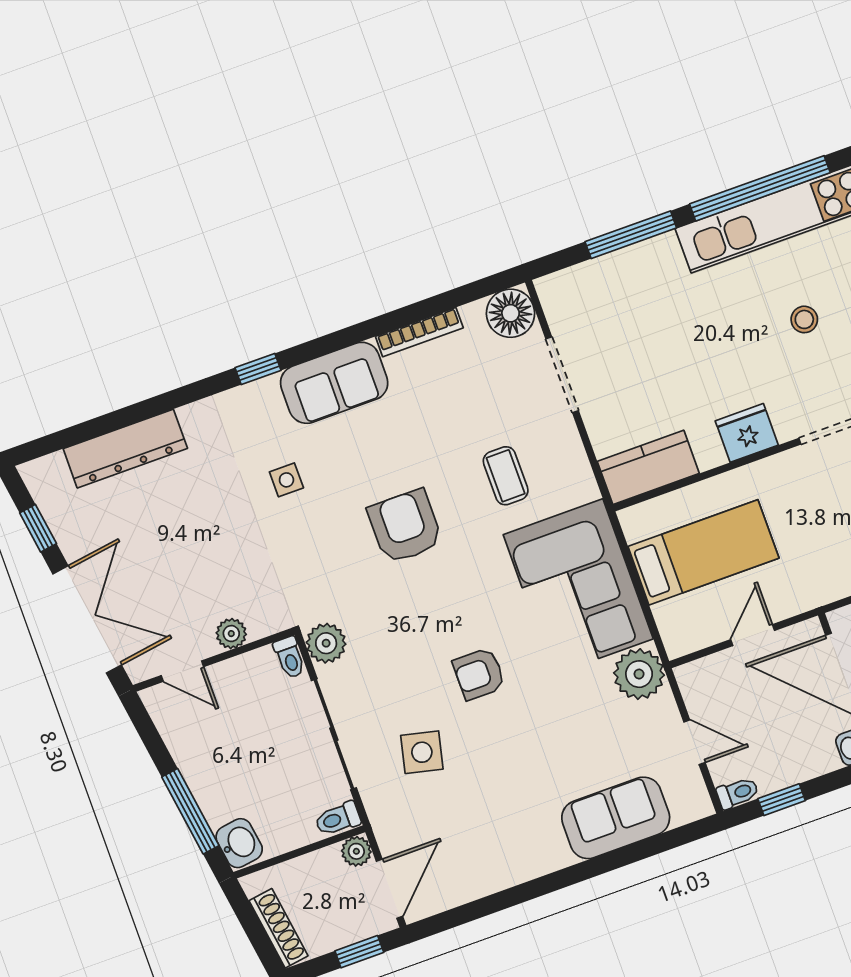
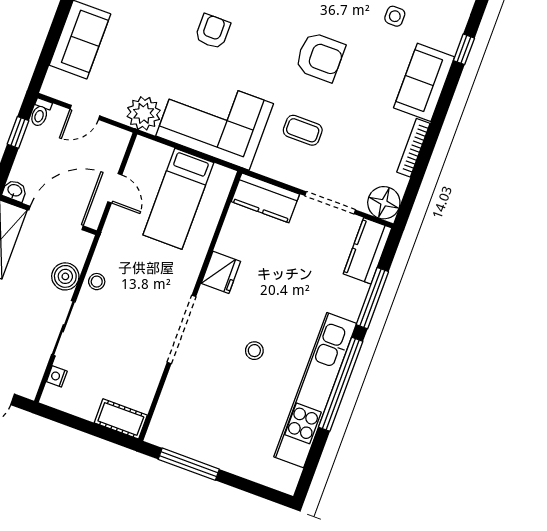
kitchen counter: (582, 286) -> (367, 251), added
kitchen counter: (648, 467) -> (265, 198), moved, turned 90

